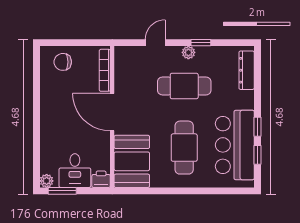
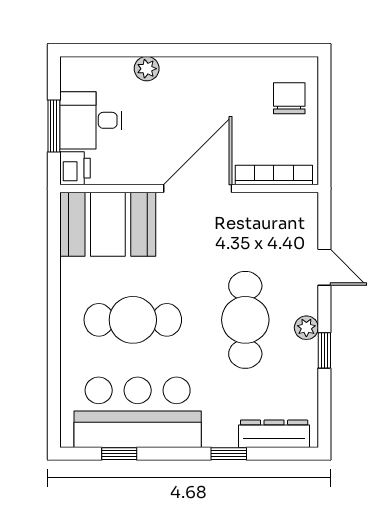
window: (257, 127) -> (229, 454), moved
plant: (47, 181) -> (147, 69), moved
window: (62, 191) -> (54, 126), moved

